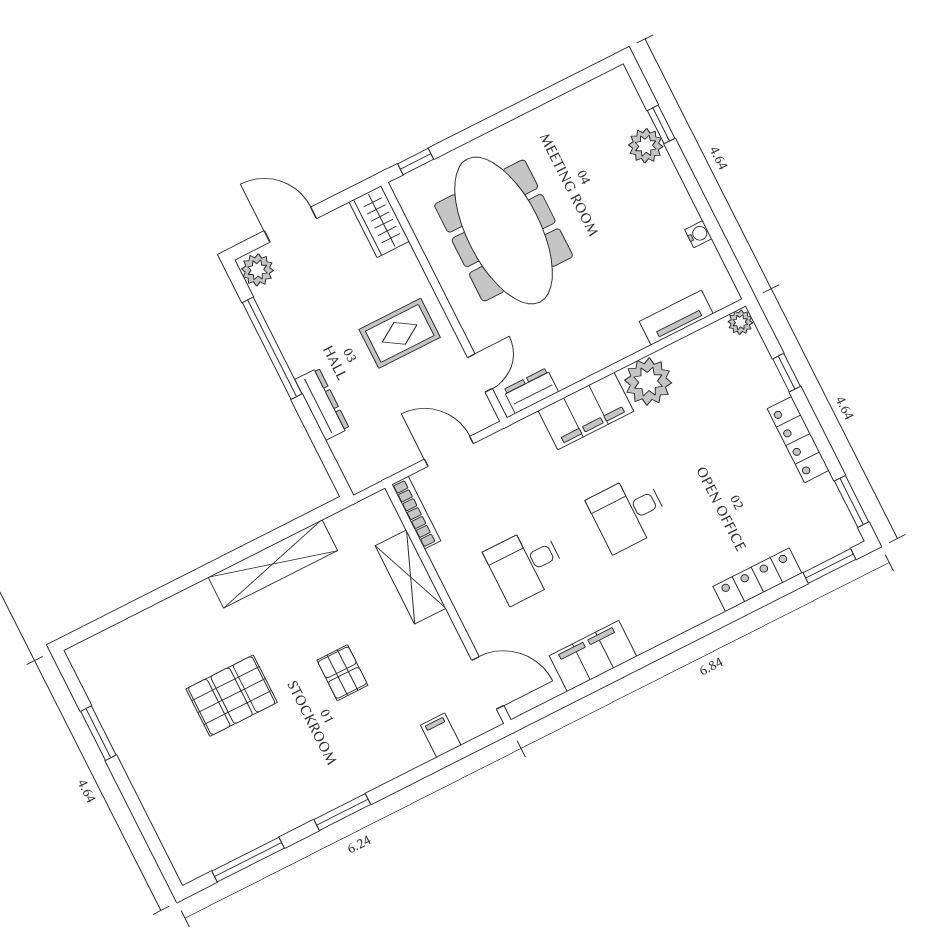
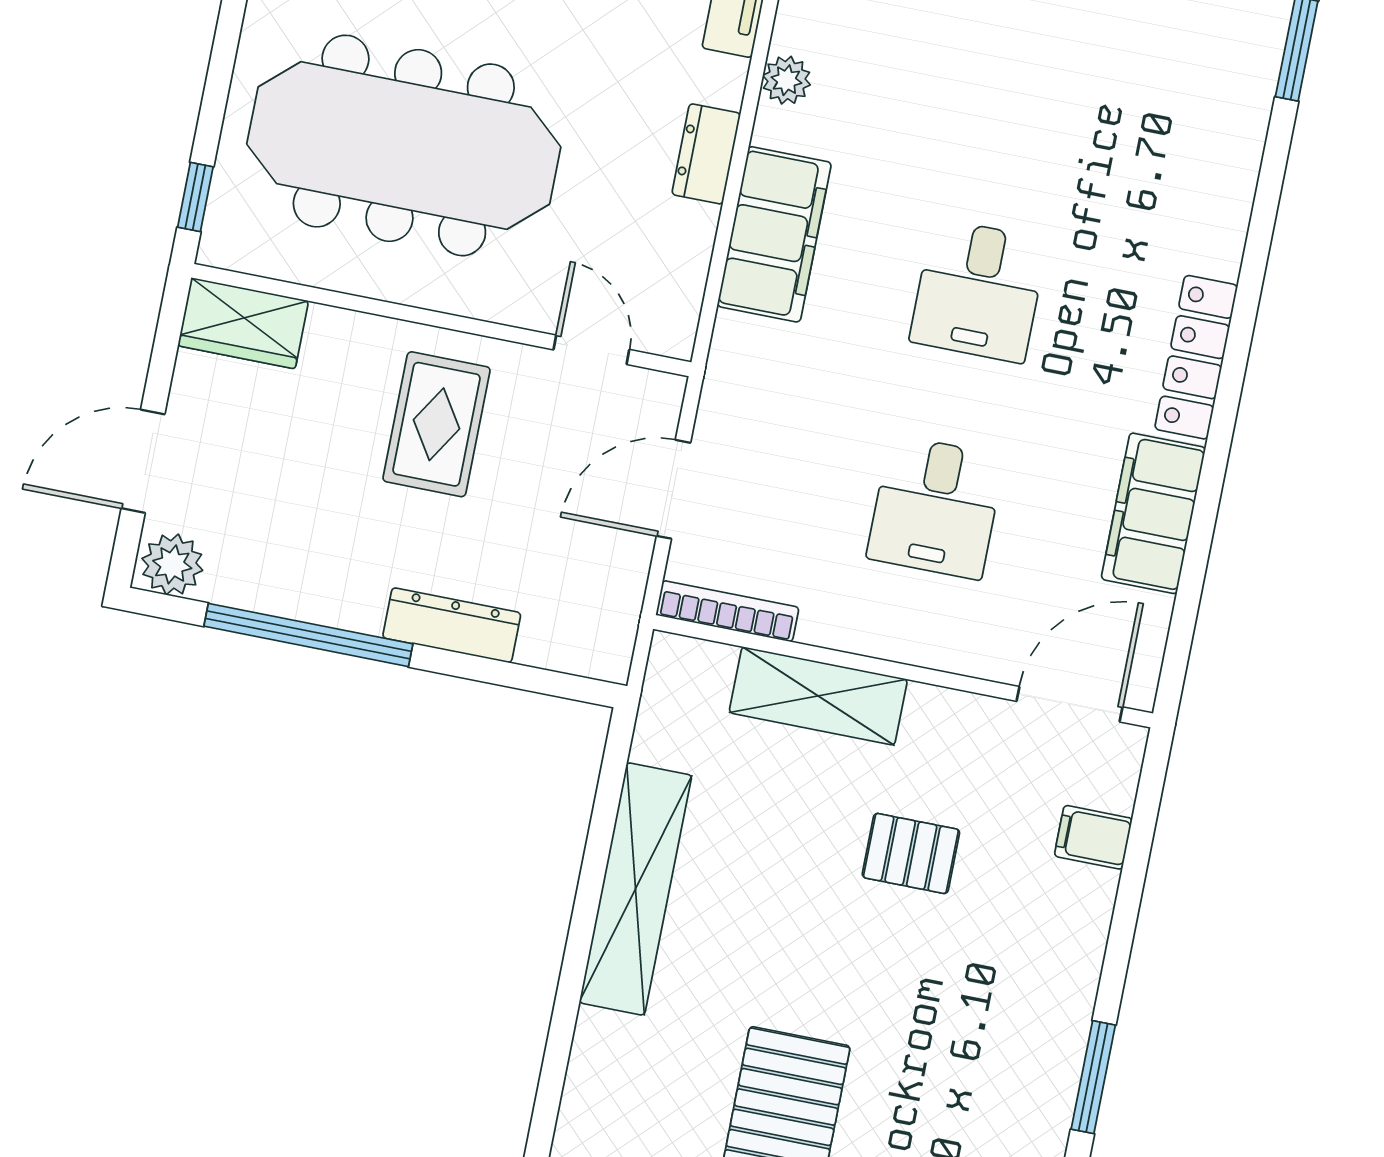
plant: (648, 382) -> (786, 80), width x0.53, depth x0.53
dresser: (531, 391) -> (706, 154), moved
locker: (757, 580) -> (1196, 357), moved
pallet: (342, 673) -> (911, 853), moved

